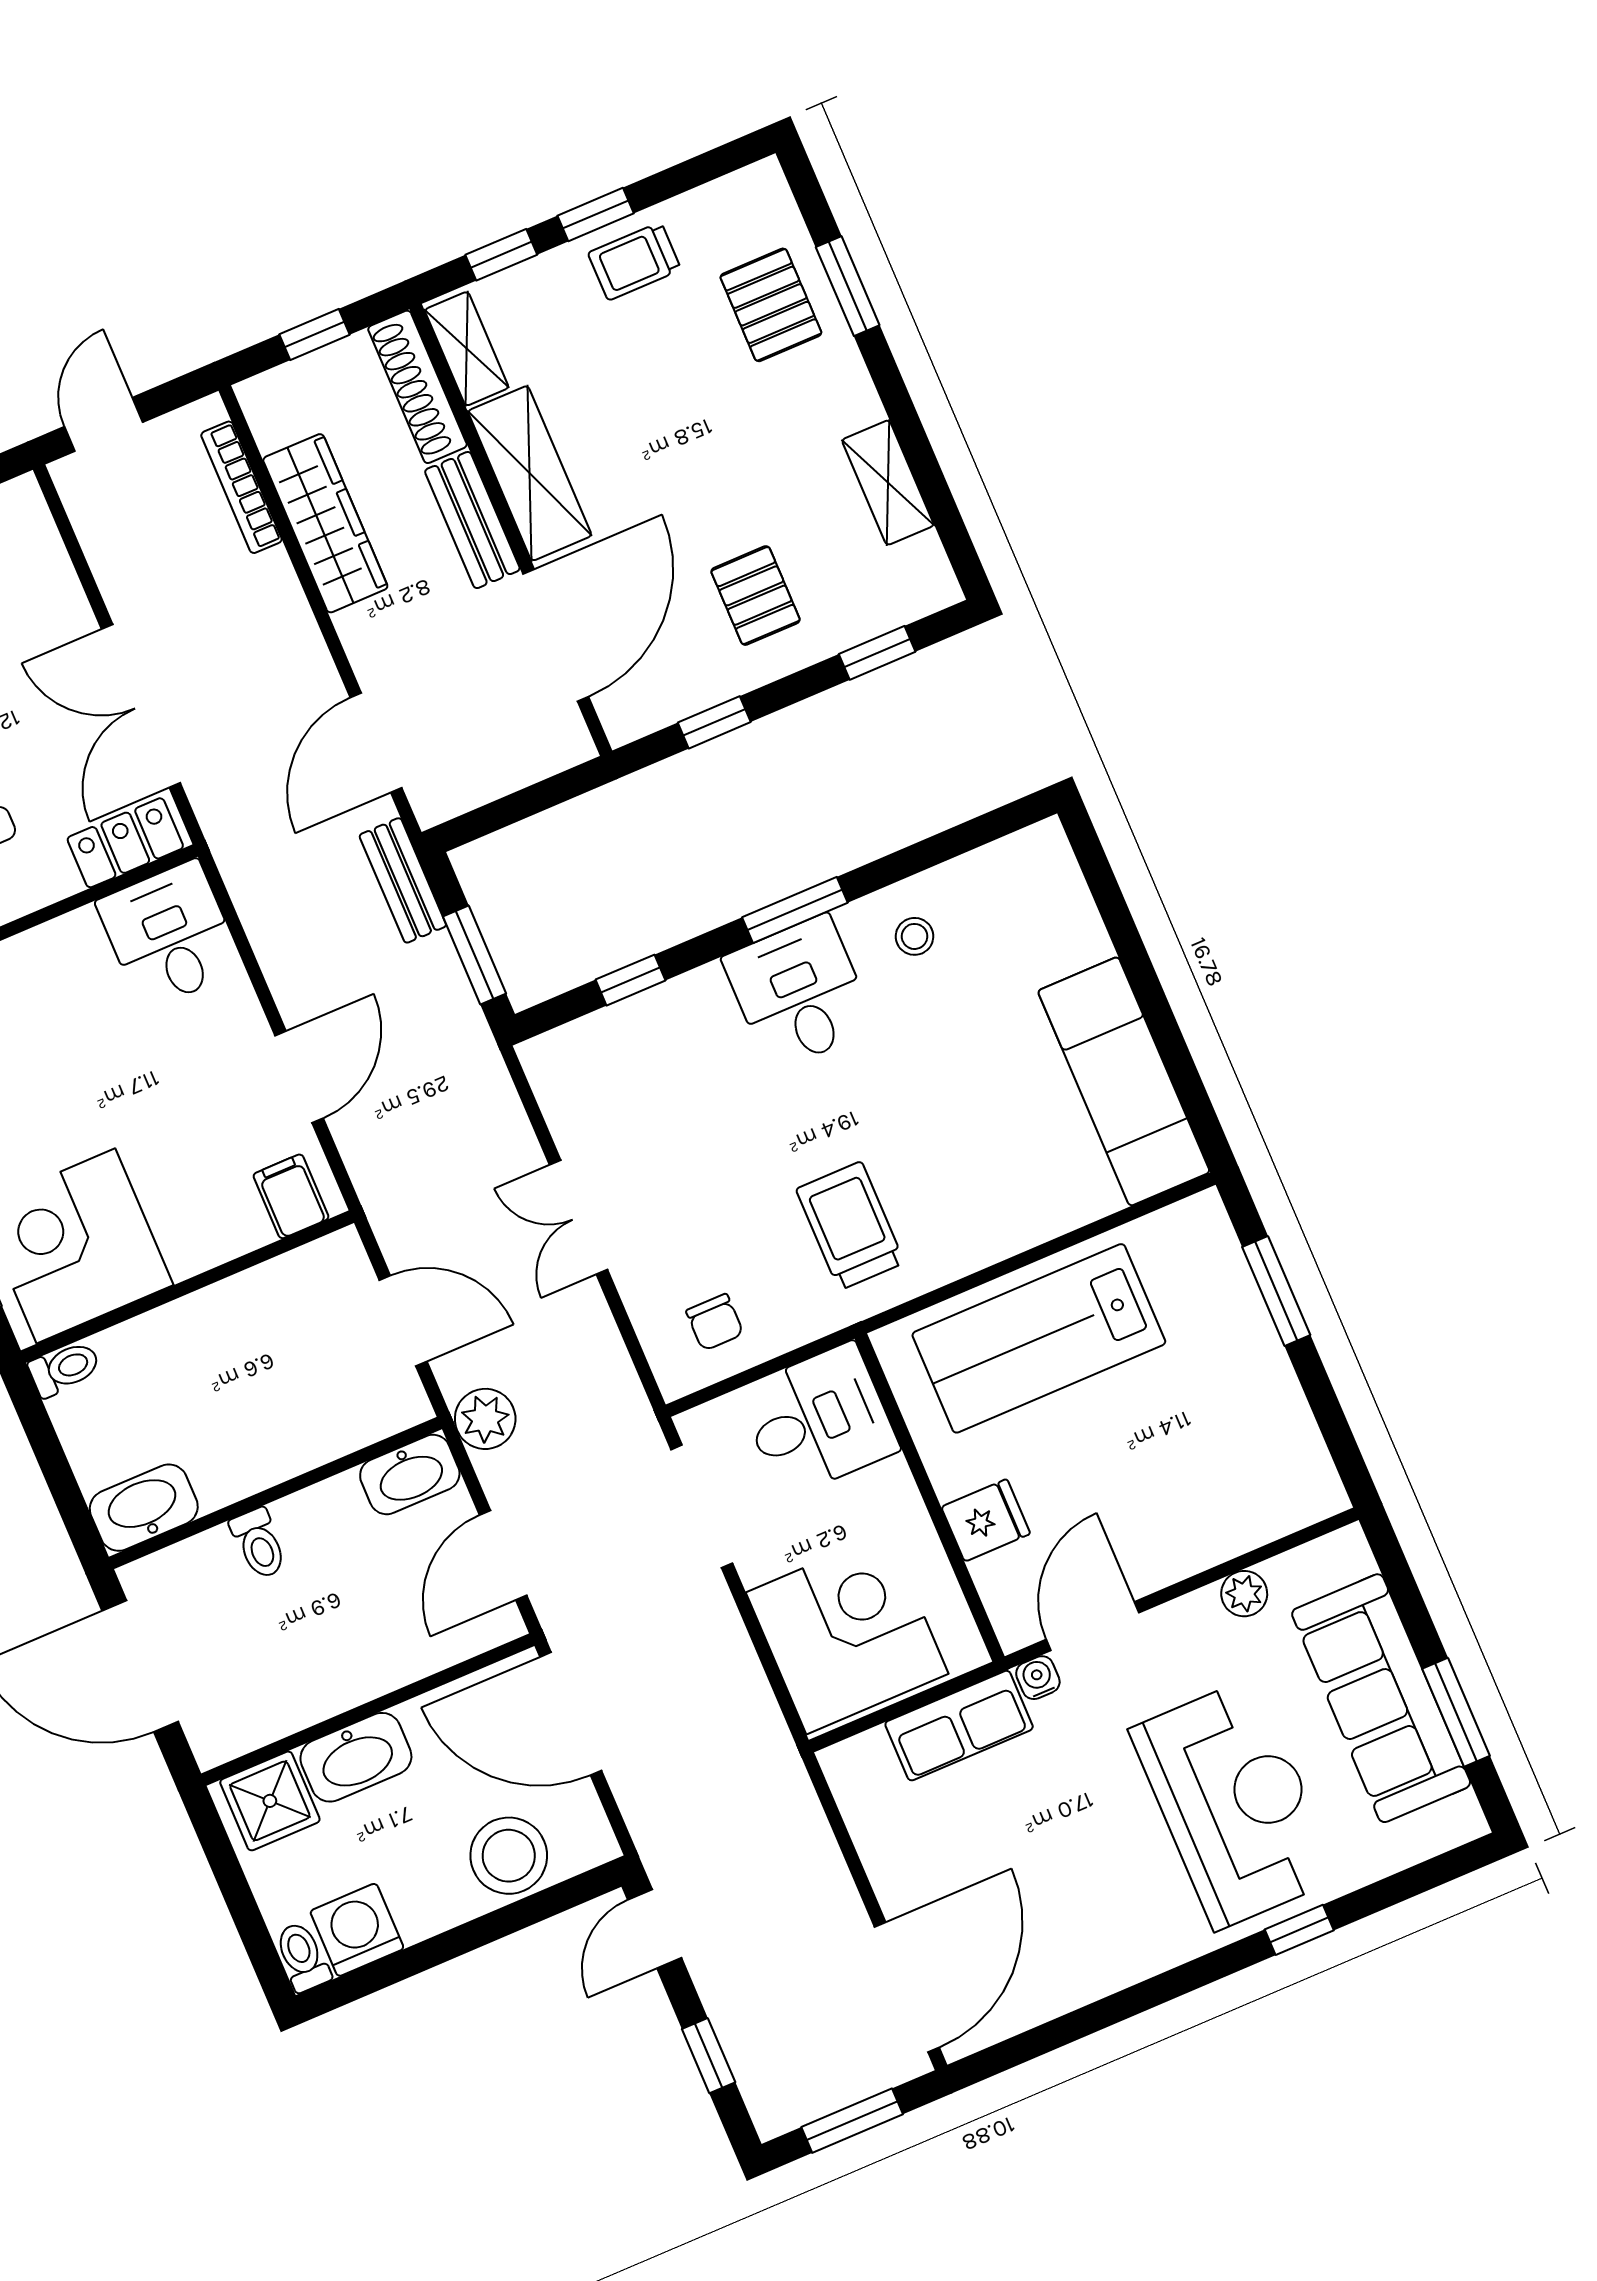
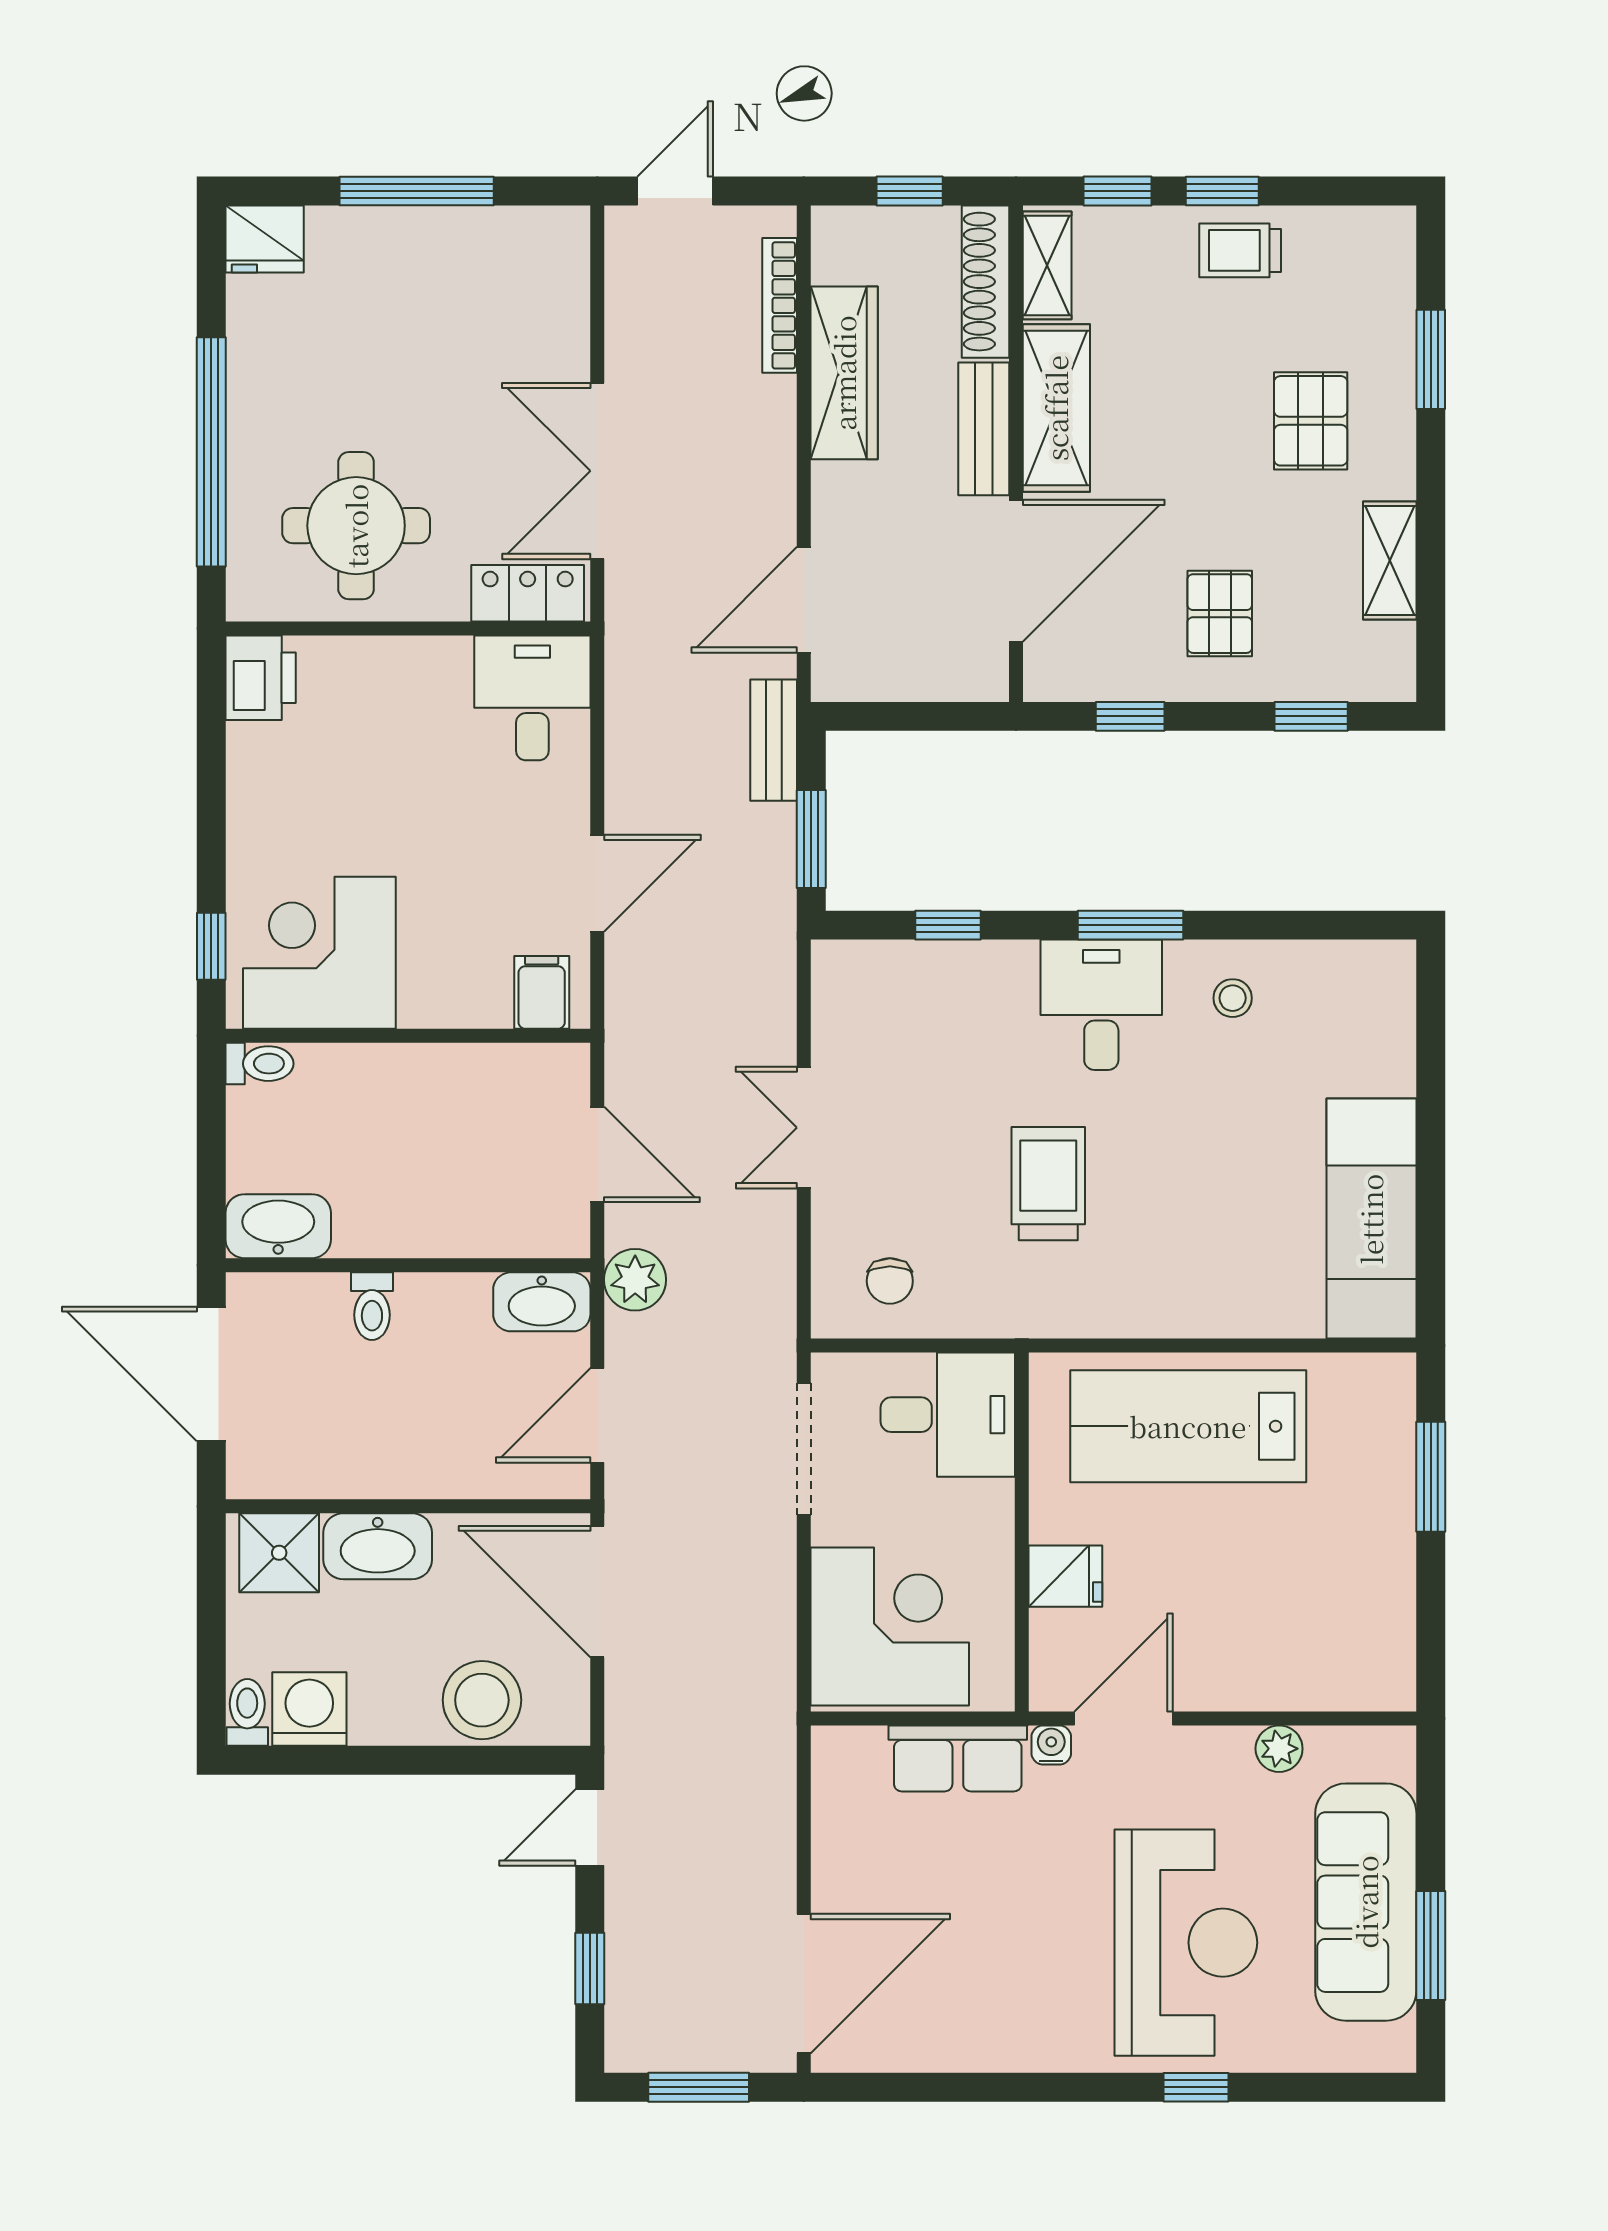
pallet: (771, 305) -> (1311, 421), moved
trolley: (850, 1226) -> (1048, 1184), moved

